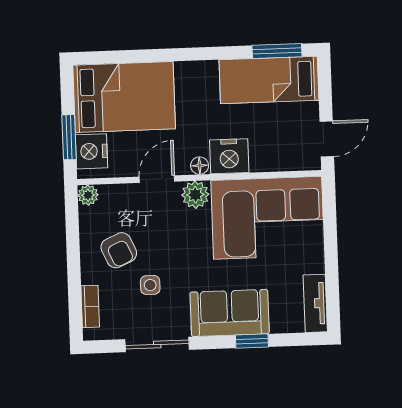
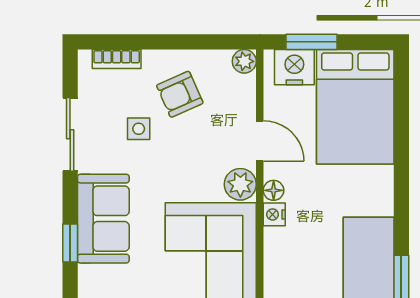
nightstand: (229, 156) -> (274, 214), width x0.53, depth x0.56

